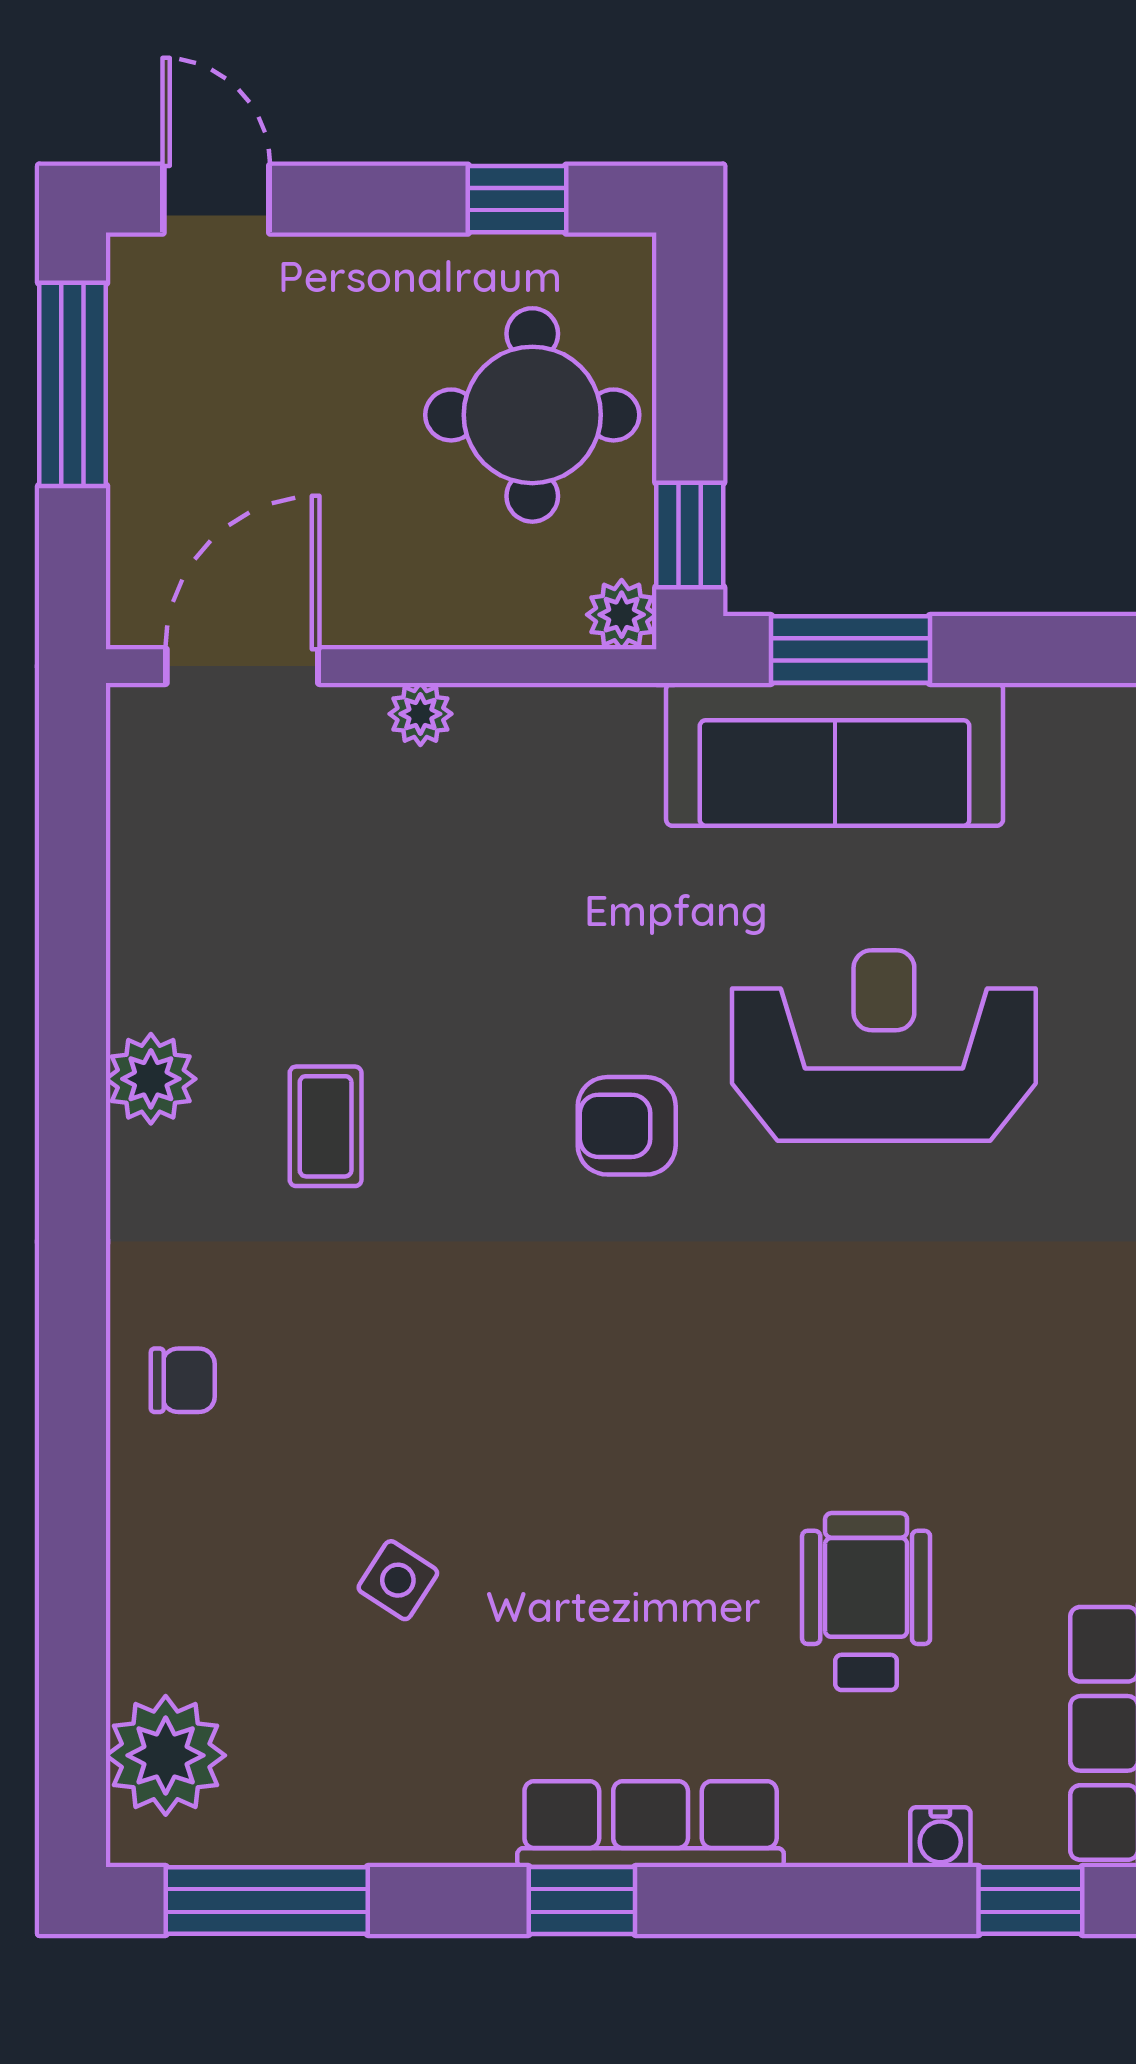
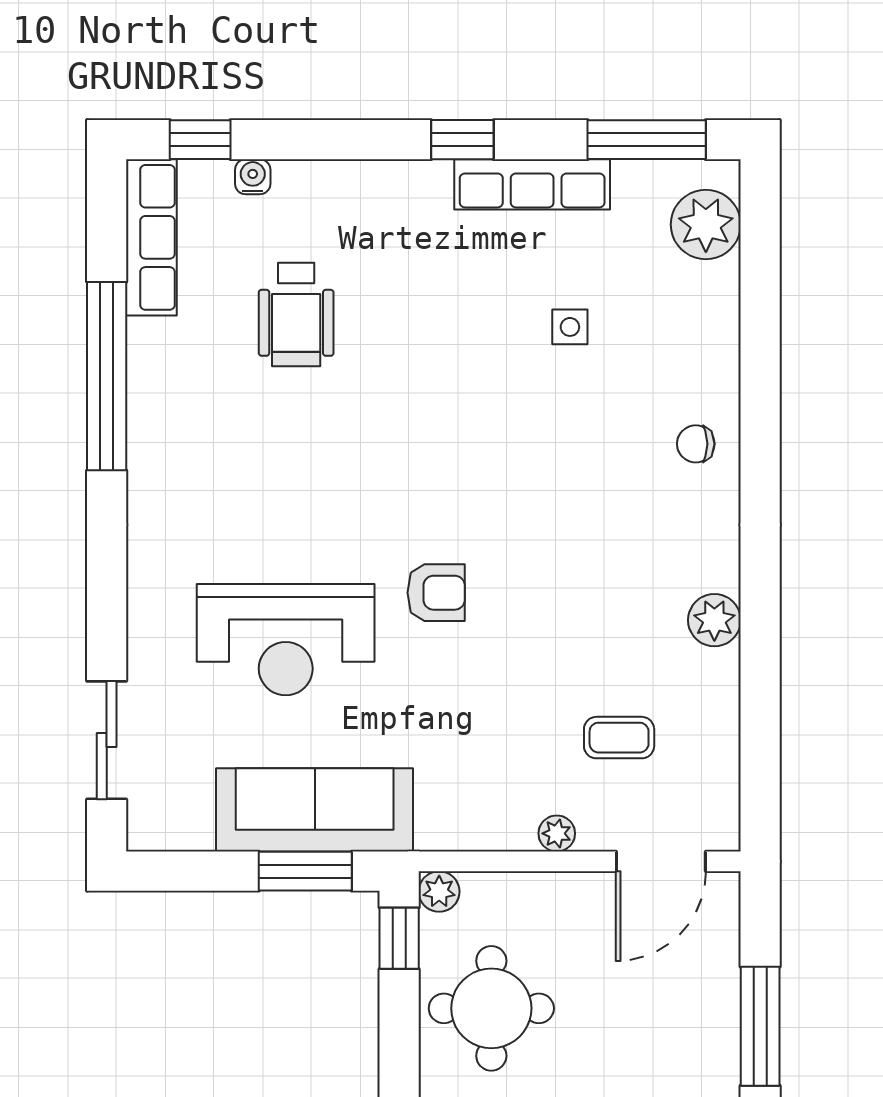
coffee table: (326, 1126) -> (619, 738), moved, turned 90
side table: (398, 1580) -> (570, 327), turned -33
row of seats: (651, 1824) -> (532, 184), moved

